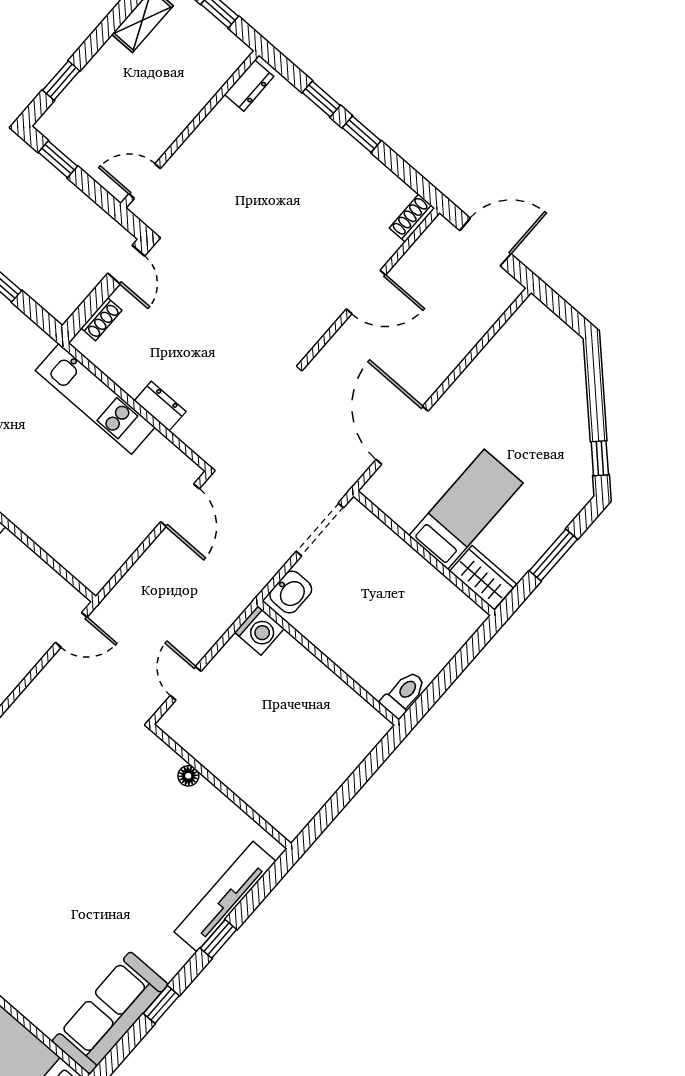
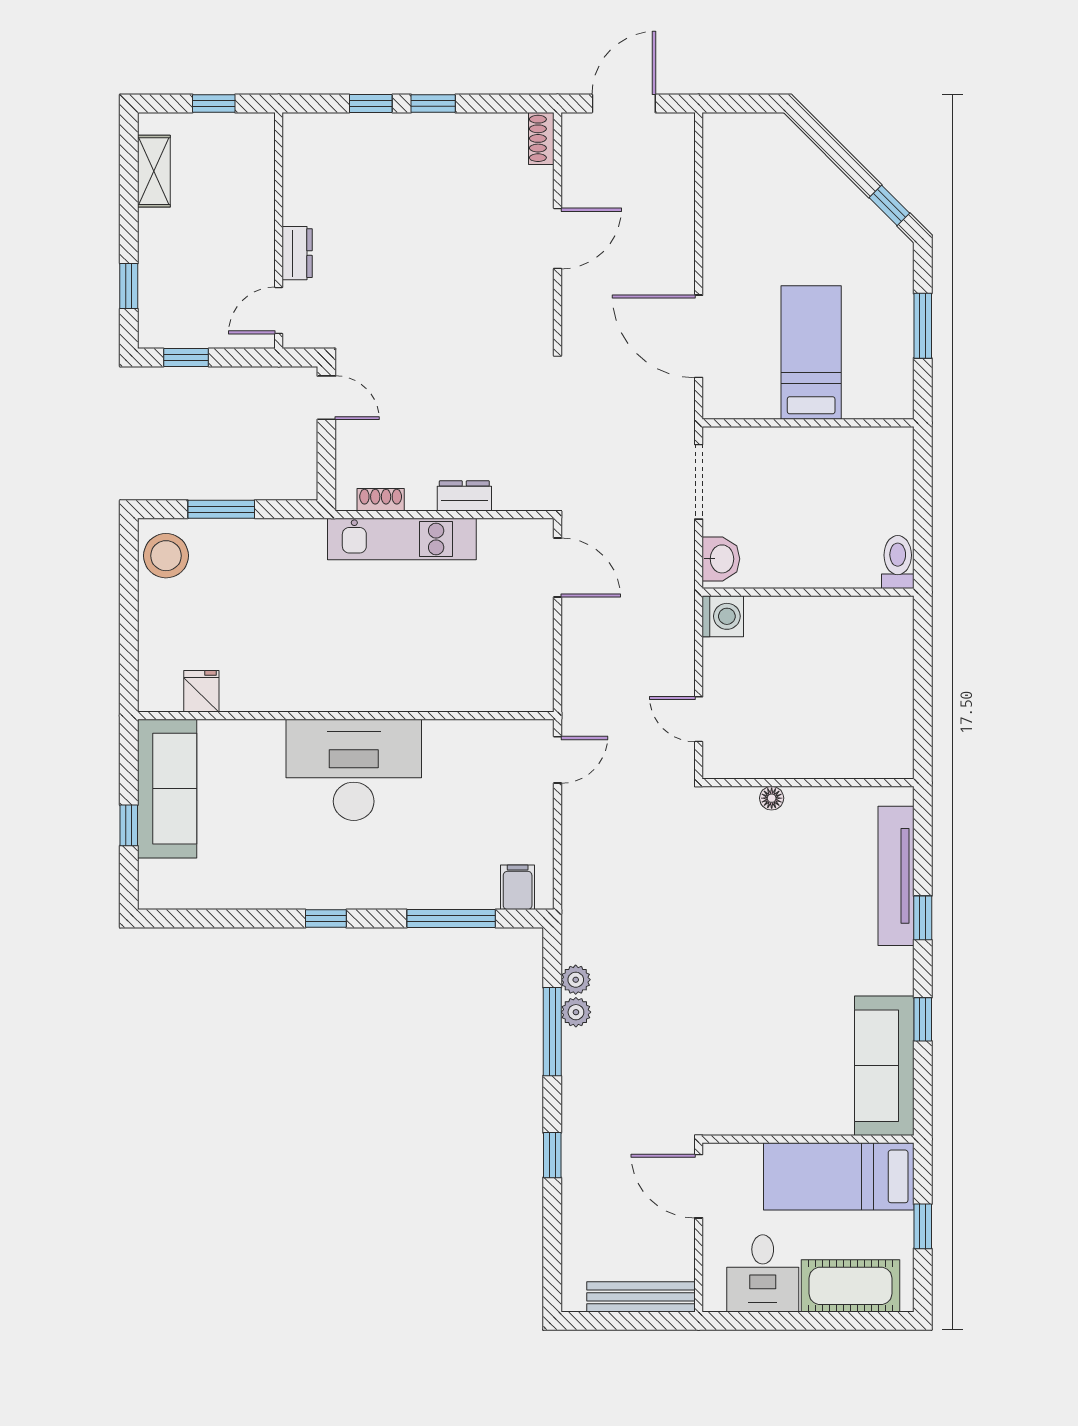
dresser: (249, 86) -> (297, 253), moved
shoe rack: (101, 319) -> (381, 500), moved, turned -90
wardrobe: (483, 578) -> (878, 399), removed

